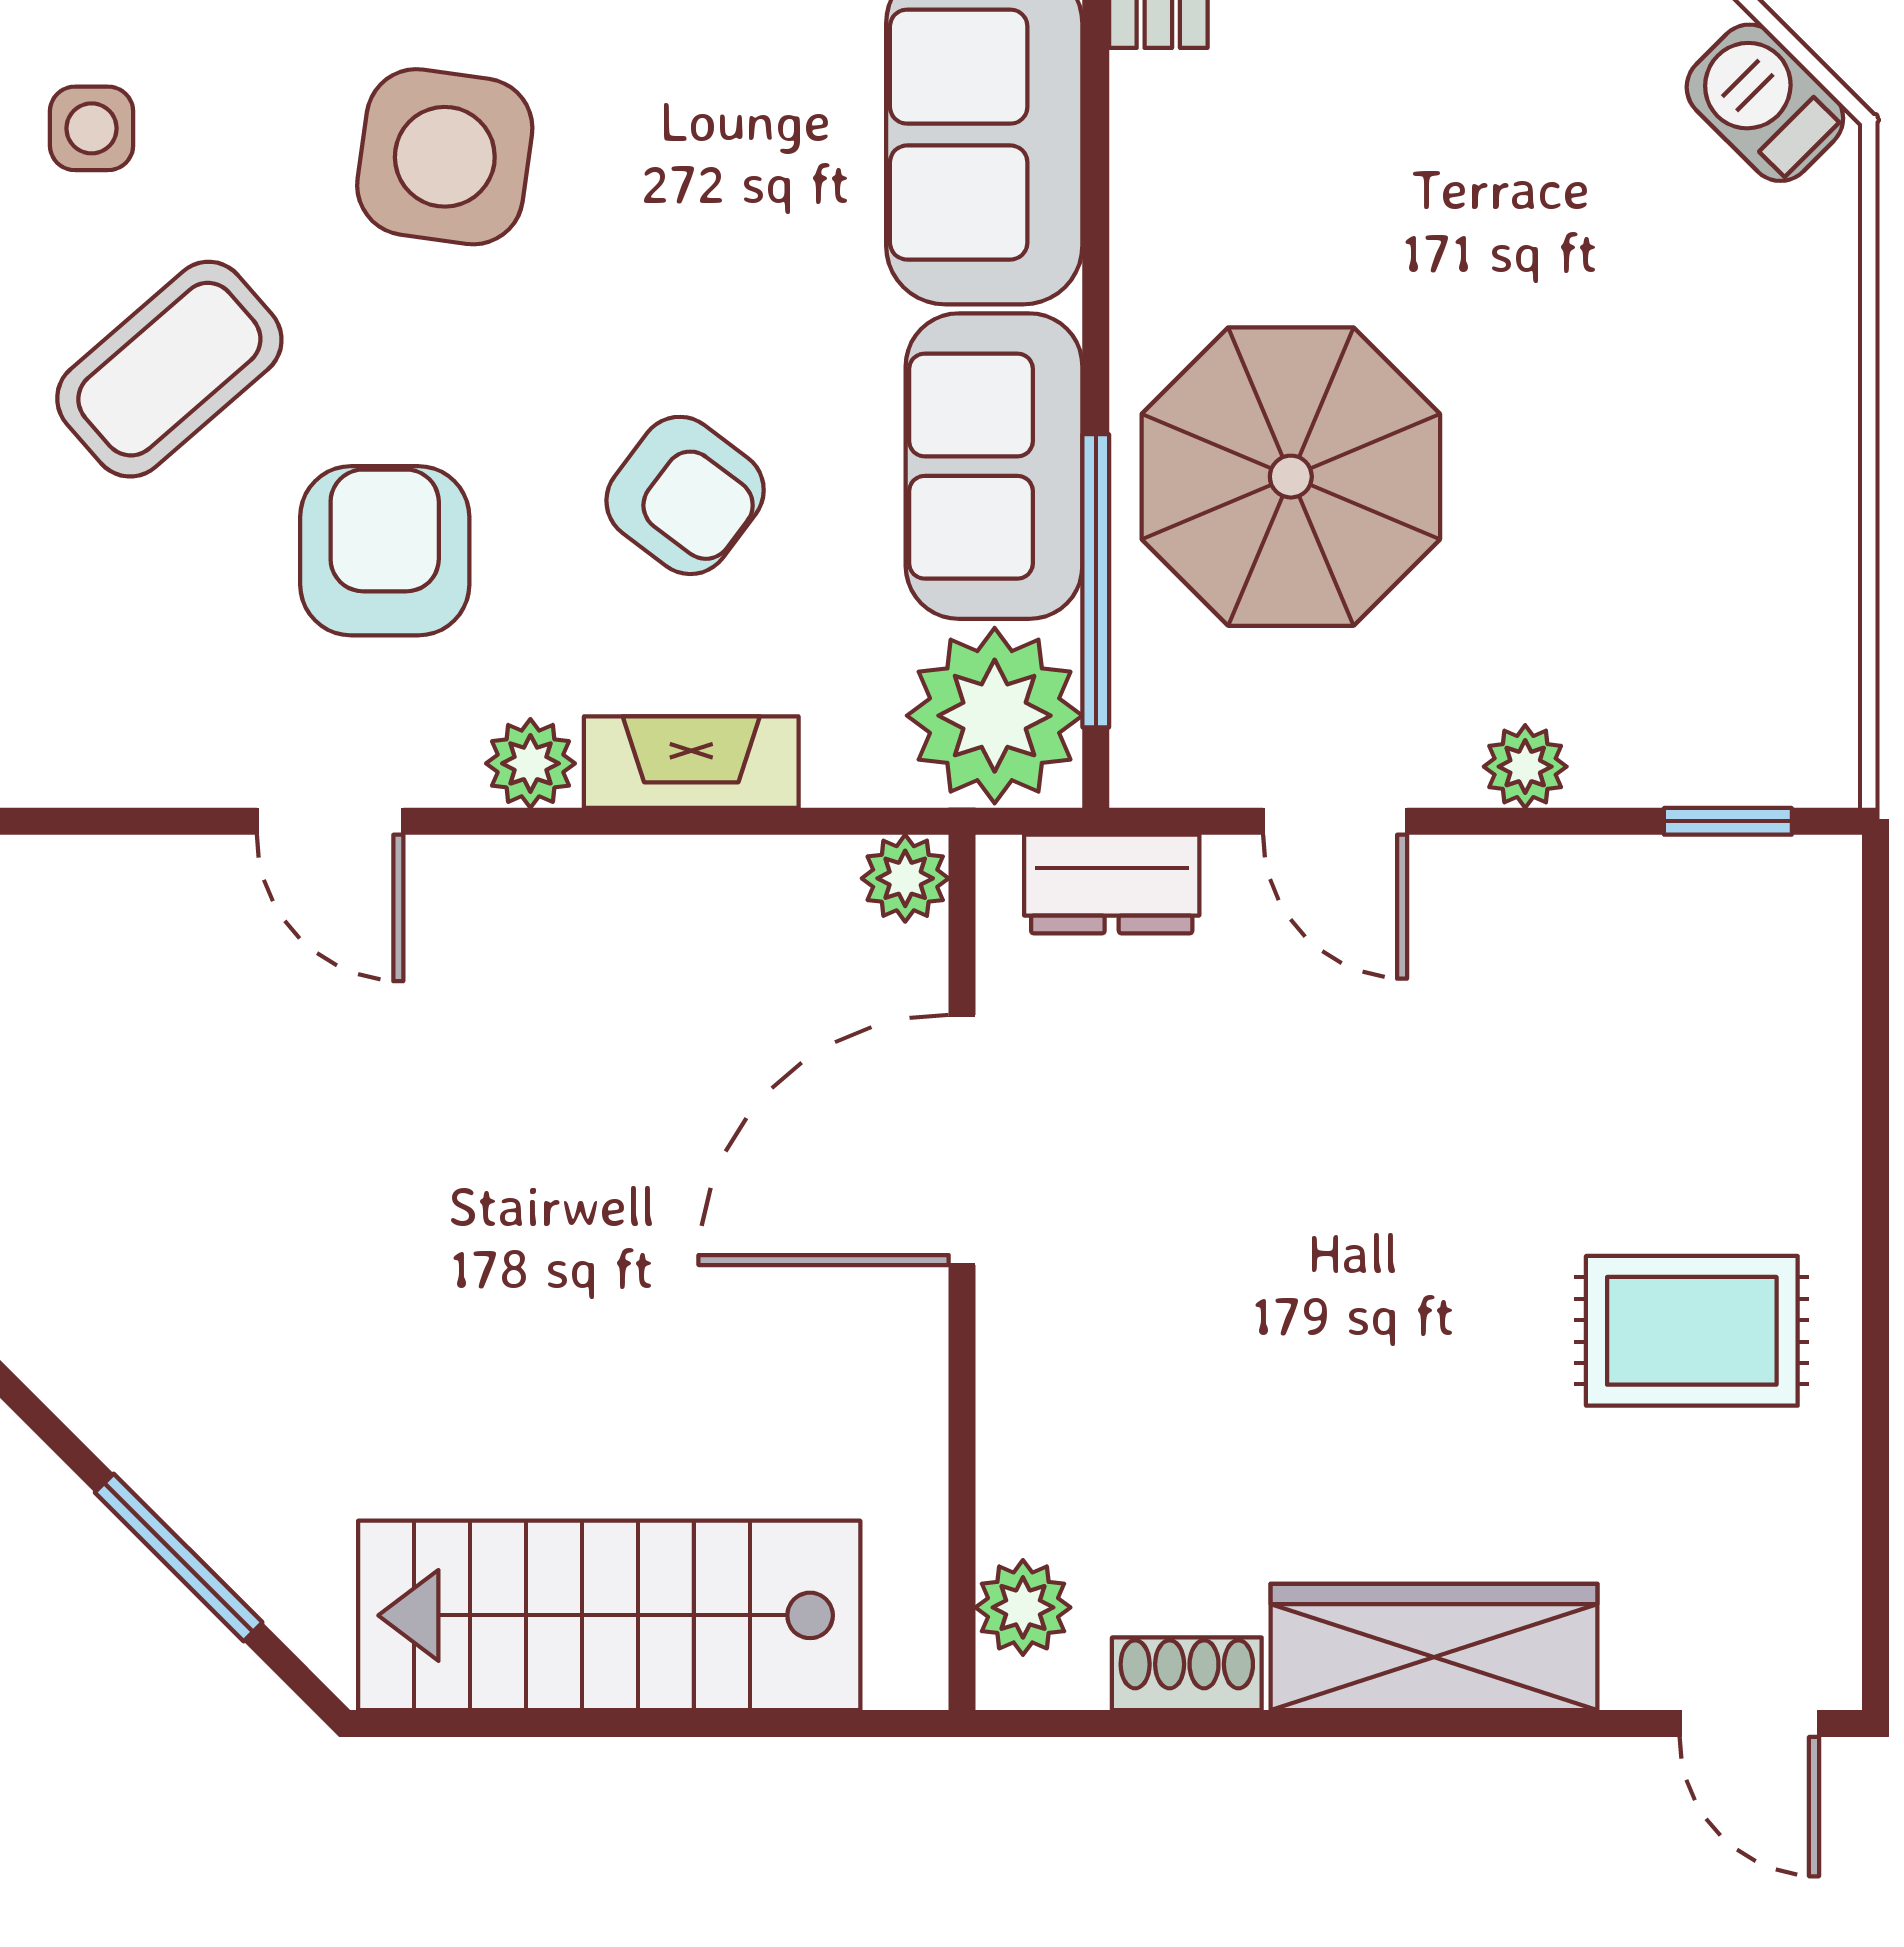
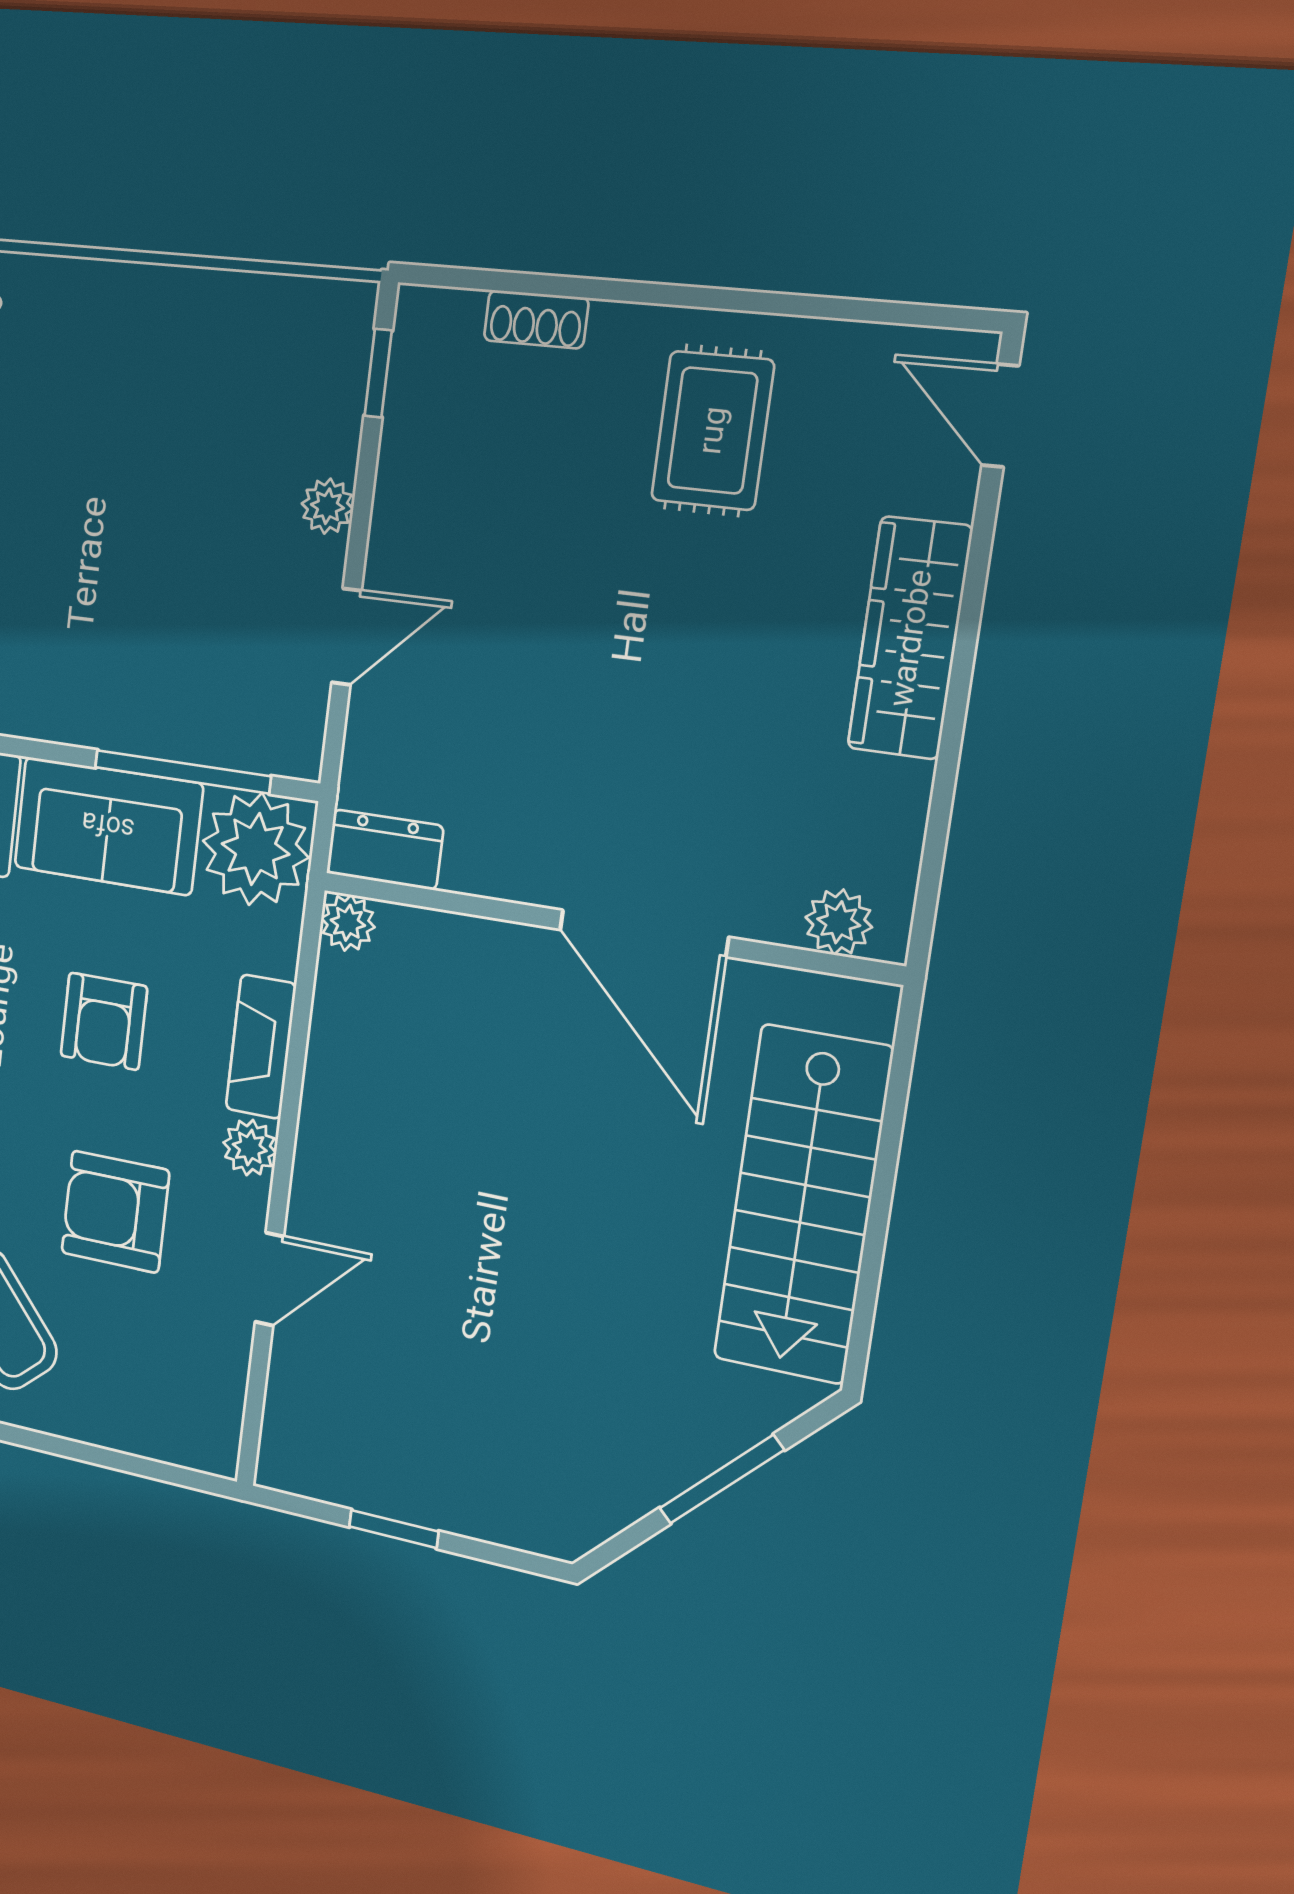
parasol: (1291, 477) -> (135, 638), removed
armchair: (685, 495) -> (104, 1021), turned 143
dresser: (1112, 884) -> (385, 850), moved, turned -90
door: (962, 1140) -> (644, 933), moved
shoe rack: (1187, 1674) -> (536, 319), moved, turned -90
door: (1749, 1724) -> (1000, 416), swing flipped

